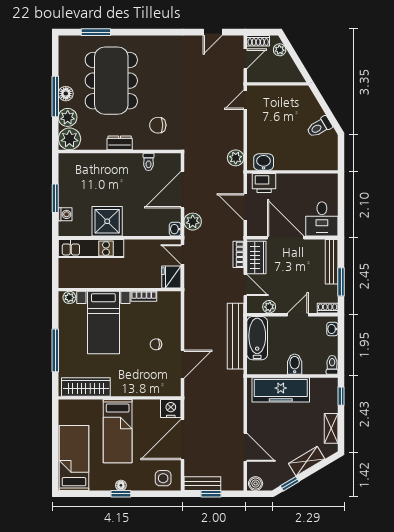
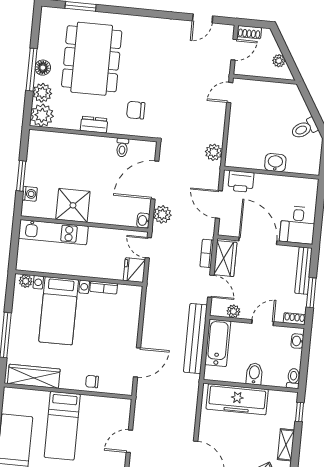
plant: (280, 50) -> (279, 61), moved
washbasin: (264, 162) -> (275, 163), moved
chair: (156, 344) -> (92, 382), moved
nightstand: (171, 409) -> (120, 408), removed
door: (182, 440) -> (129, 441), width x0.53

